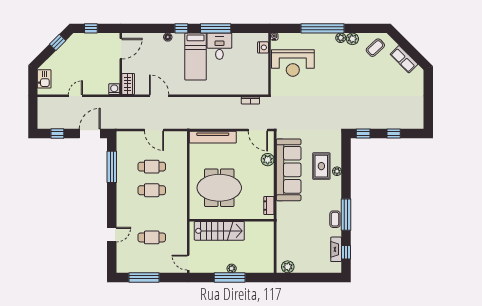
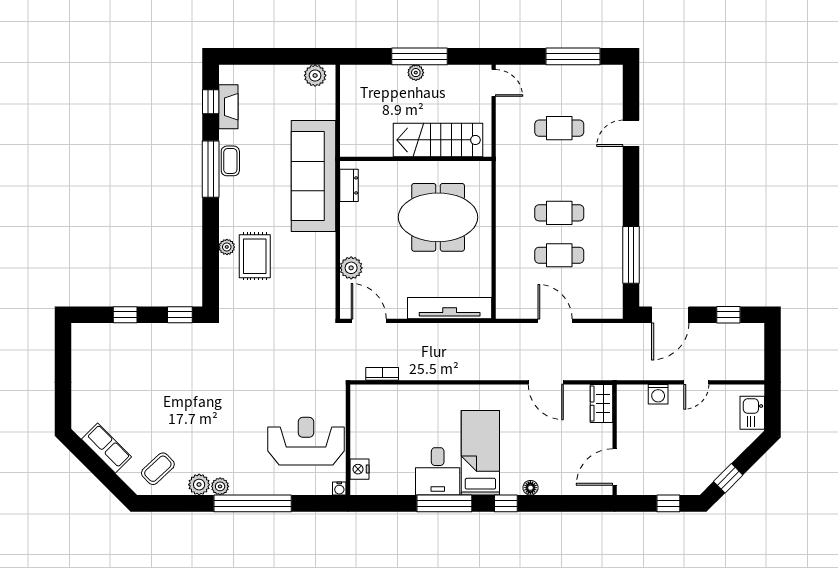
washing machine: (114, 89) -> (658, 394), moved
sofa: (289, 170) -> (314, 176), moved

